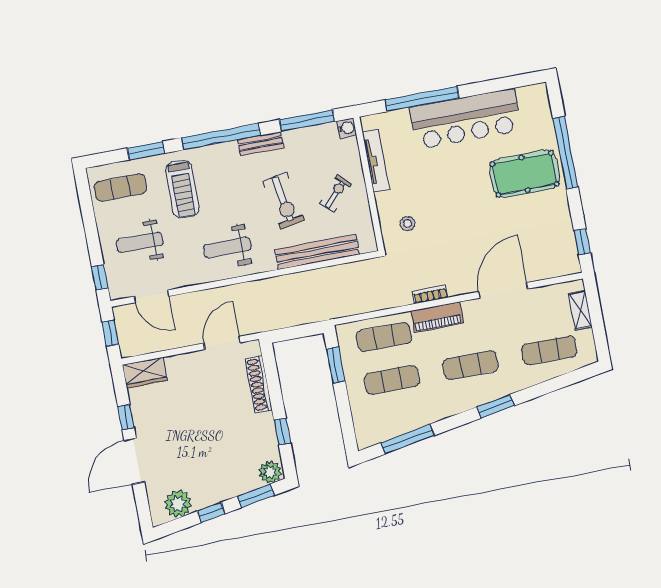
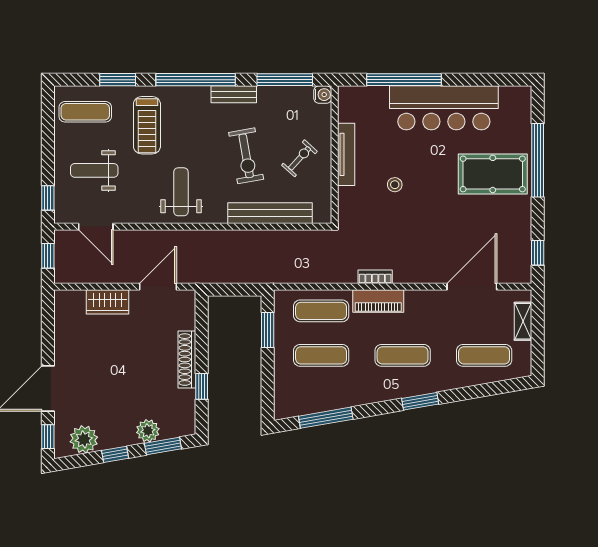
tv unit: (376, 161) -> (346, 154), moved
stool: (408, 224) -> (395, 185), moved
weight bench: (227, 247) -> (181, 192), turned 90
door: (503, 290) -> (472, 287), moved
wardrobe: (145, 373) -> (108, 302), moved
shoe rack: (259, 384) -> (187, 360), moved
window: (126, 417) -> (48, 437), moved
plant: (270, 472) -> (148, 431), moved

